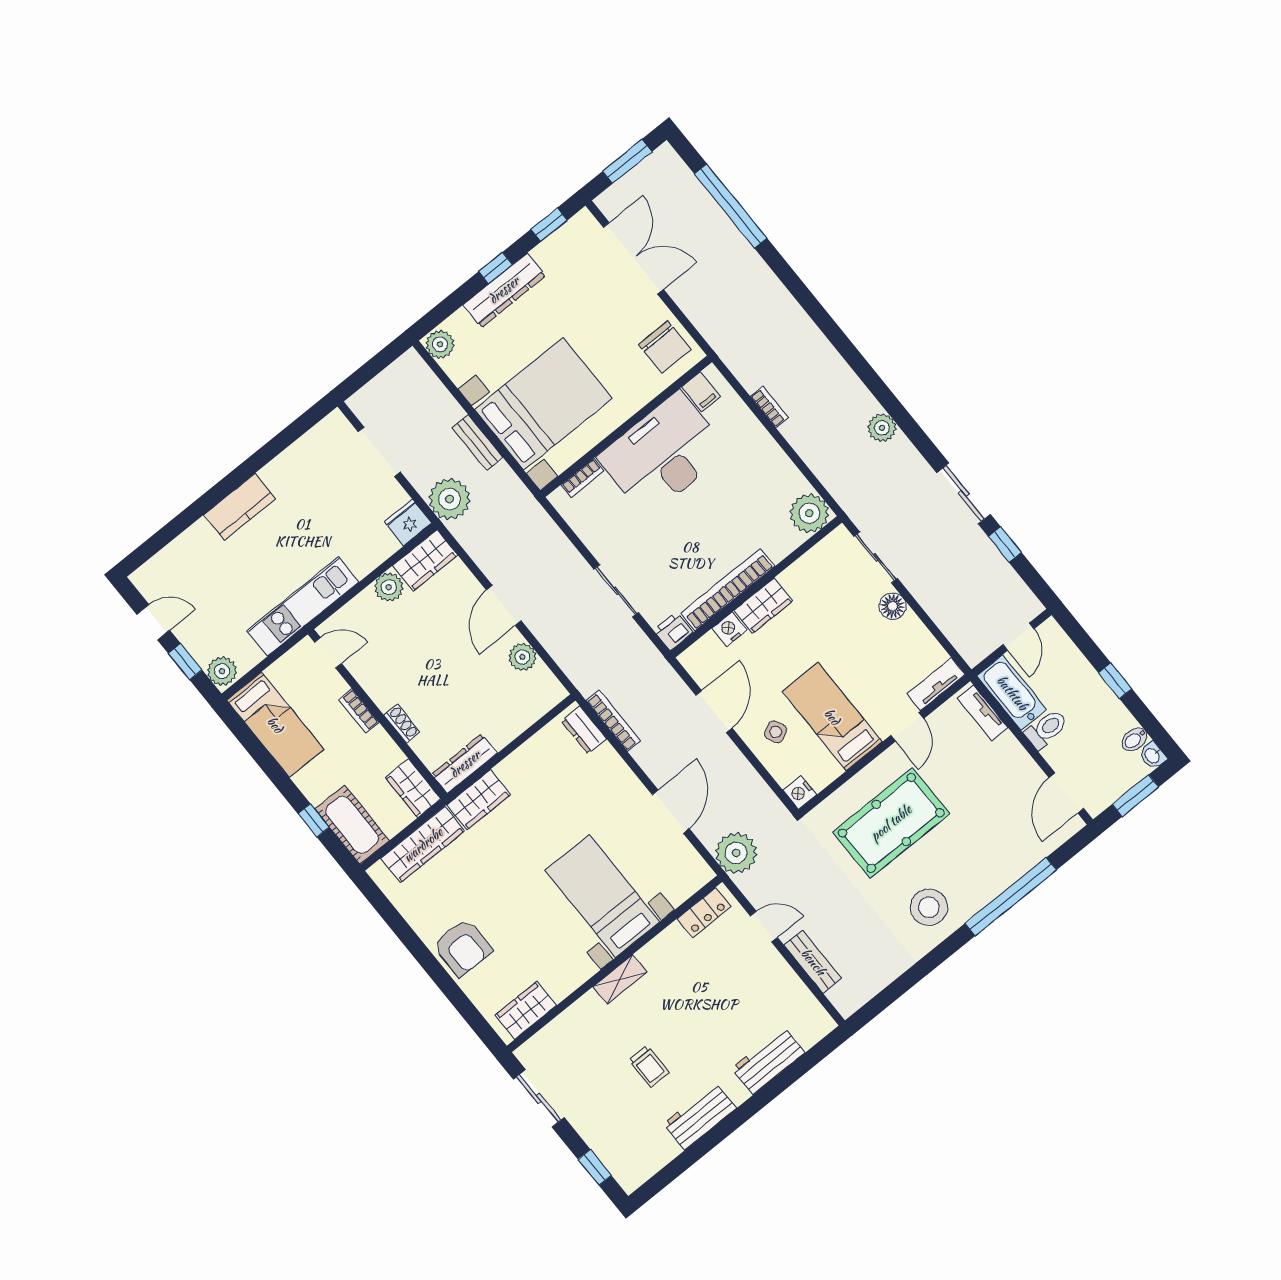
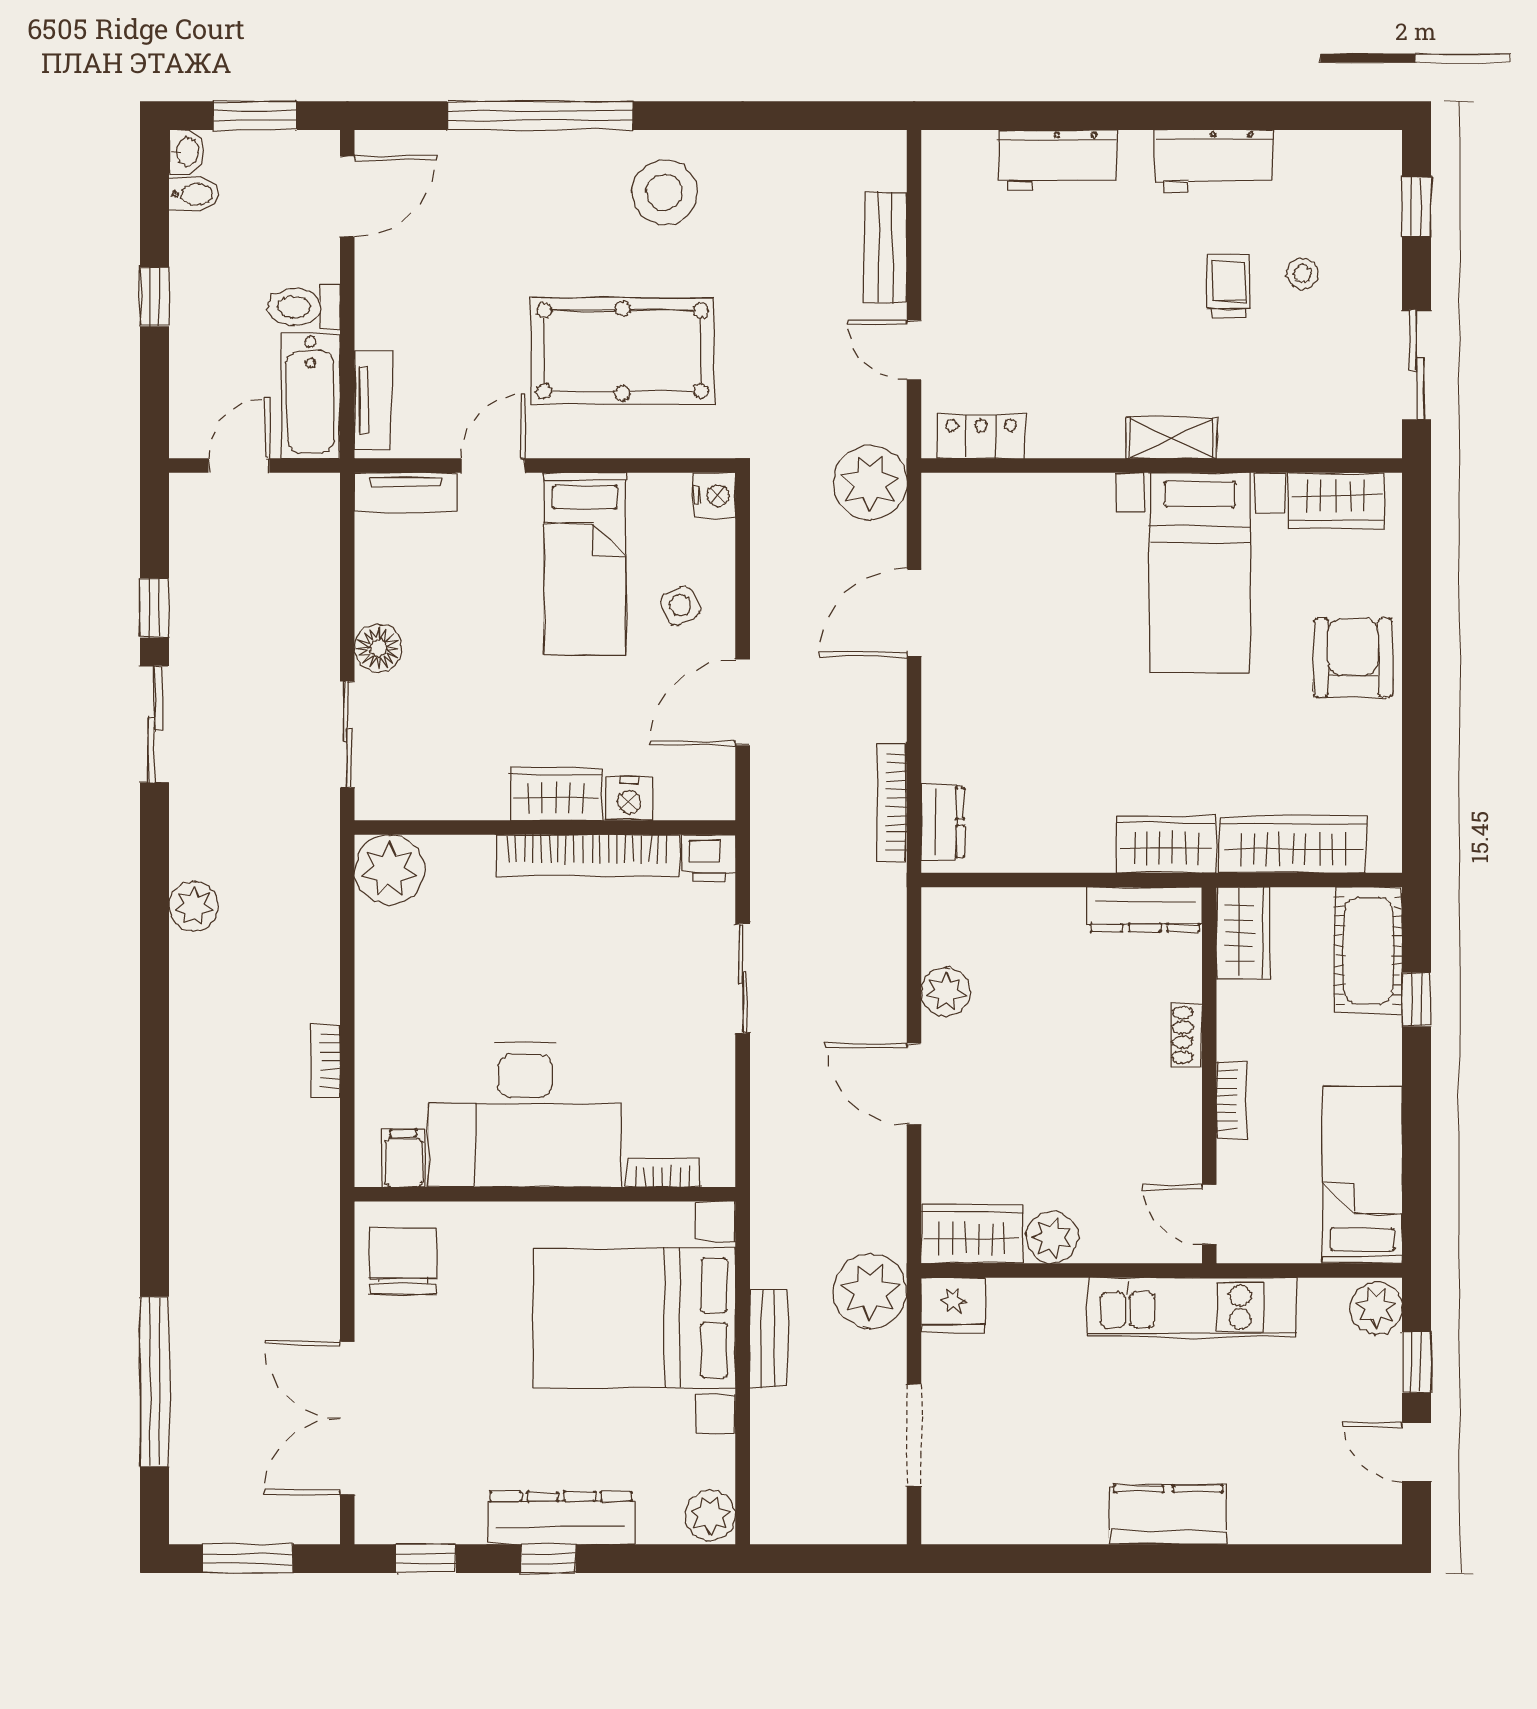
door: (504, 605) -> (914, 1084), swing flipped
bed with nightstands: (602, 896) -> (1200, 573), moved
stool: (621, 1098) -> (1303, 274), added

